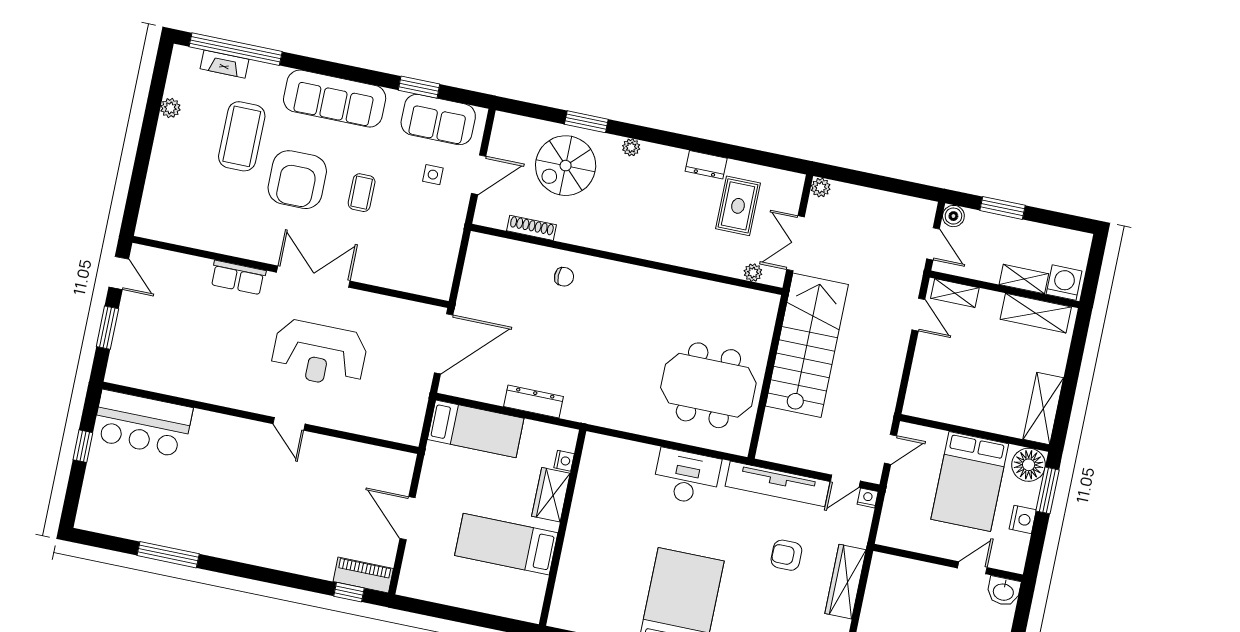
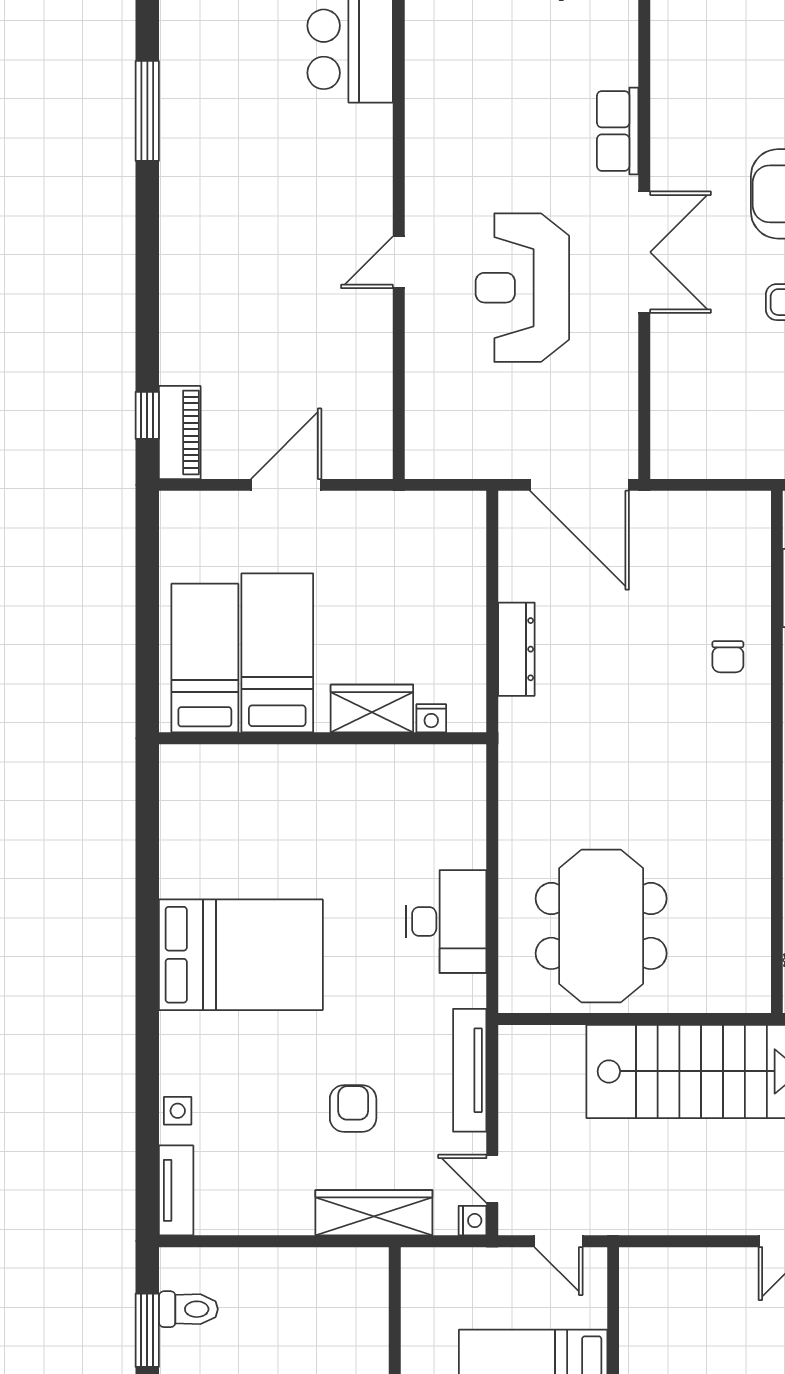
bed: (476, 429) -> (205, 658), moved, turned 180
tv unit: (777, 484) -> (470, 1070), width x0.73, depth x0.78
wardrobe: (845, 582) -> (374, 1213), moved

